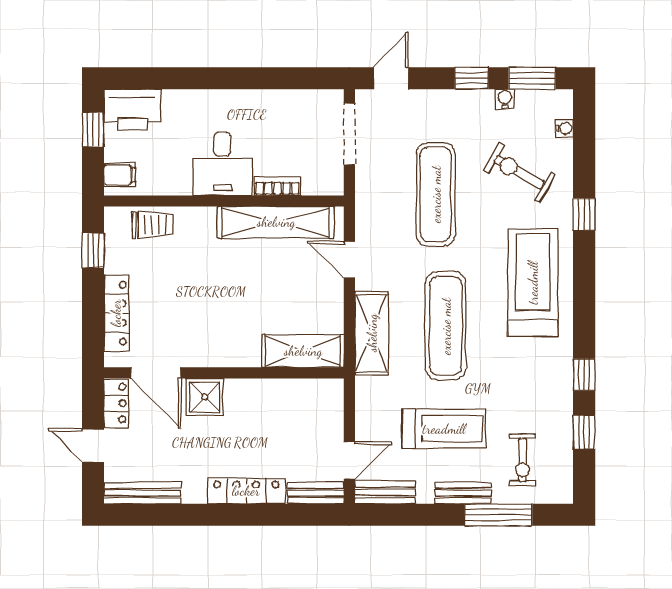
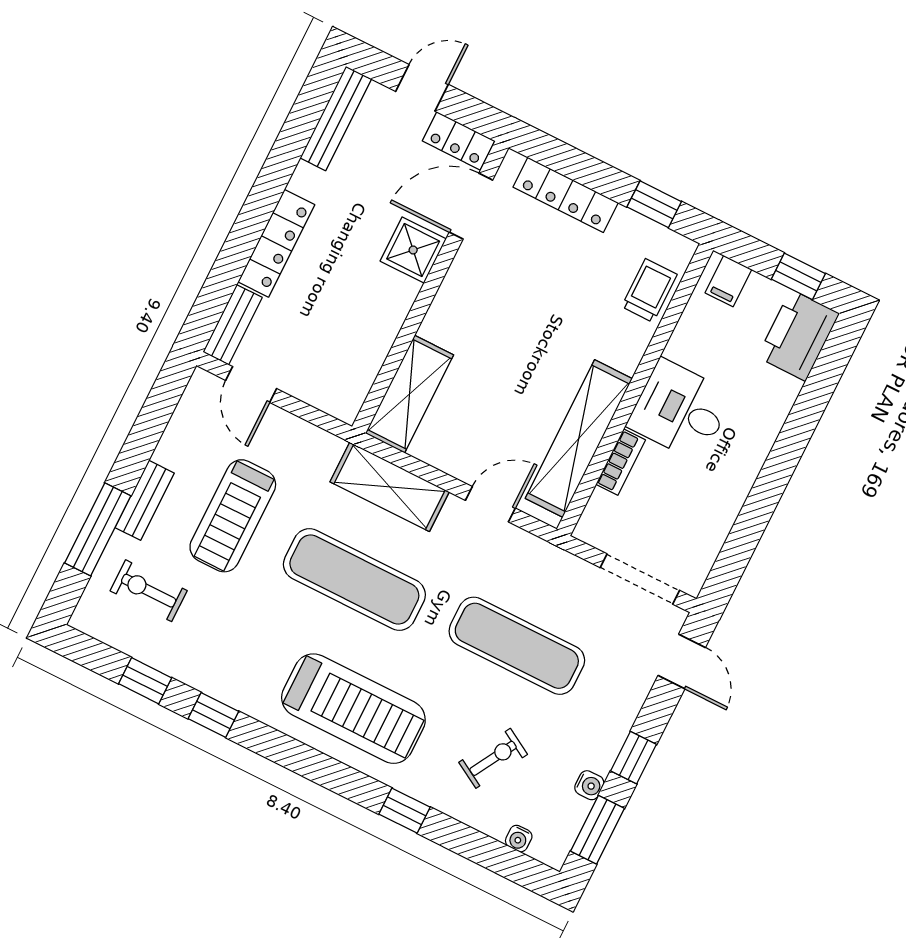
exercise bike: (519, 172) -> (493, 758), width x0.73, depth x0.72
trolley: (153, 225) -> (649, 290), turned 180
bench: (385, 492) -> (192, 408), removed

